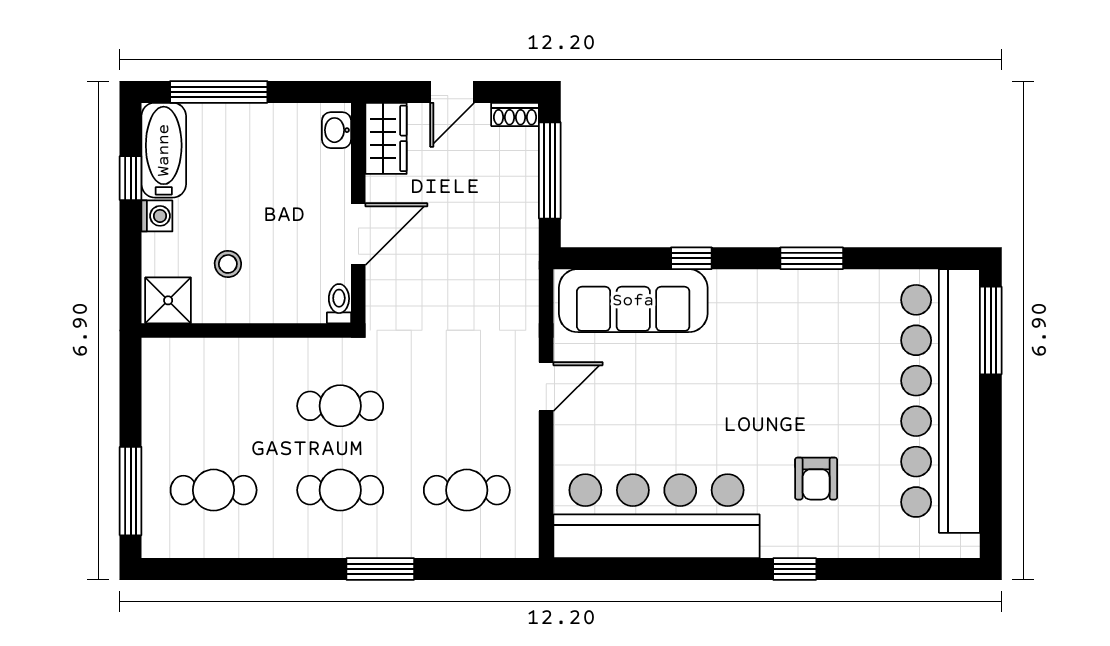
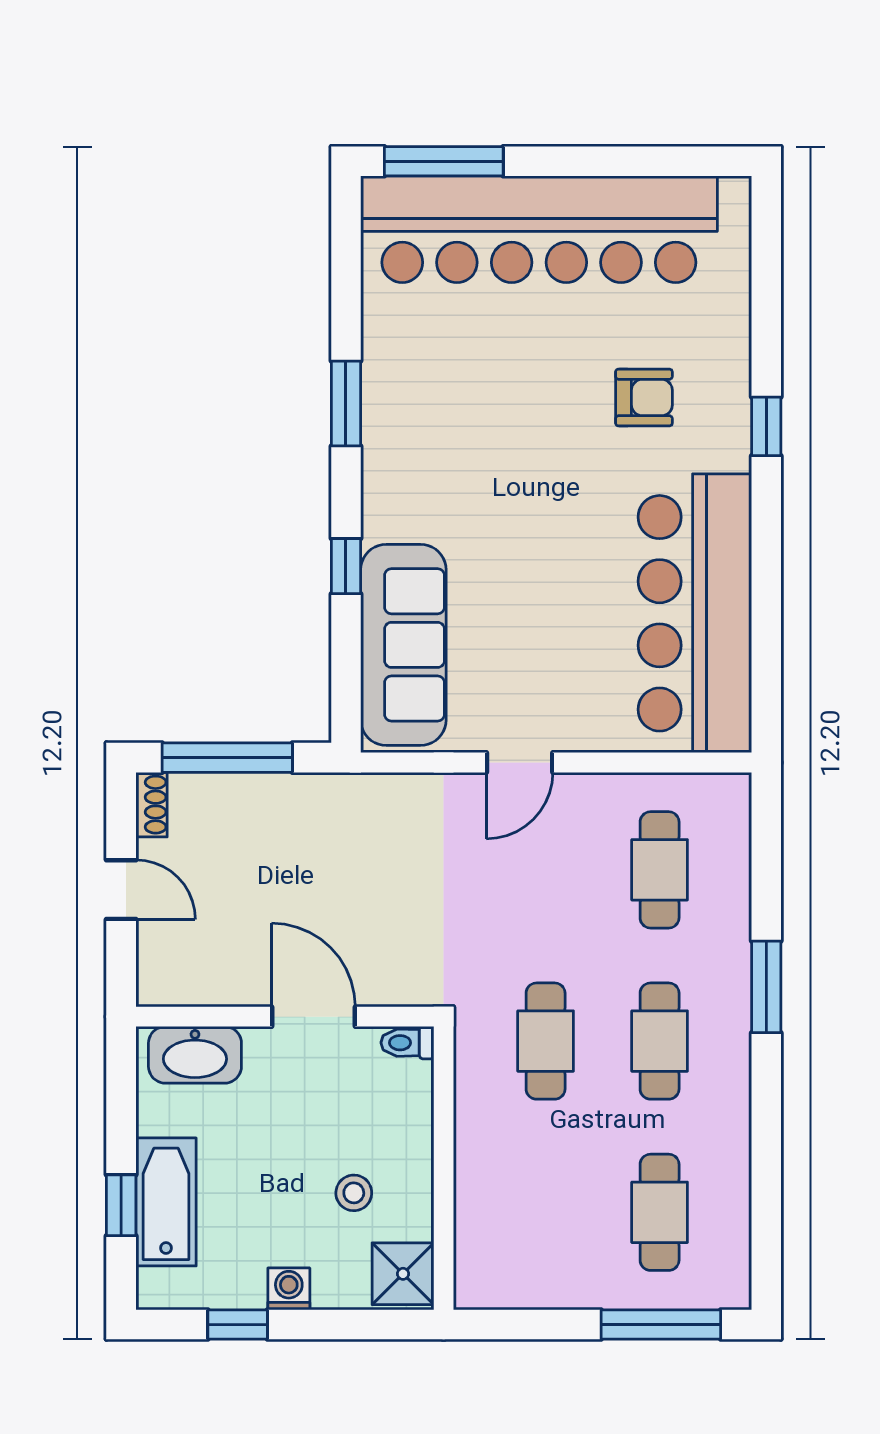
window: (219, 92) -> (121, 1205), width x0.46
washbasin: (337, 130) -> (195, 1055), width x1.91, depth x1.45
wardrobe: (386, 138) -> (184, 979), removed
bathtub: (164, 150) -> (166, 1202), moved, turned 90
door: (546, 387) -> (520, 762), swing flipped

